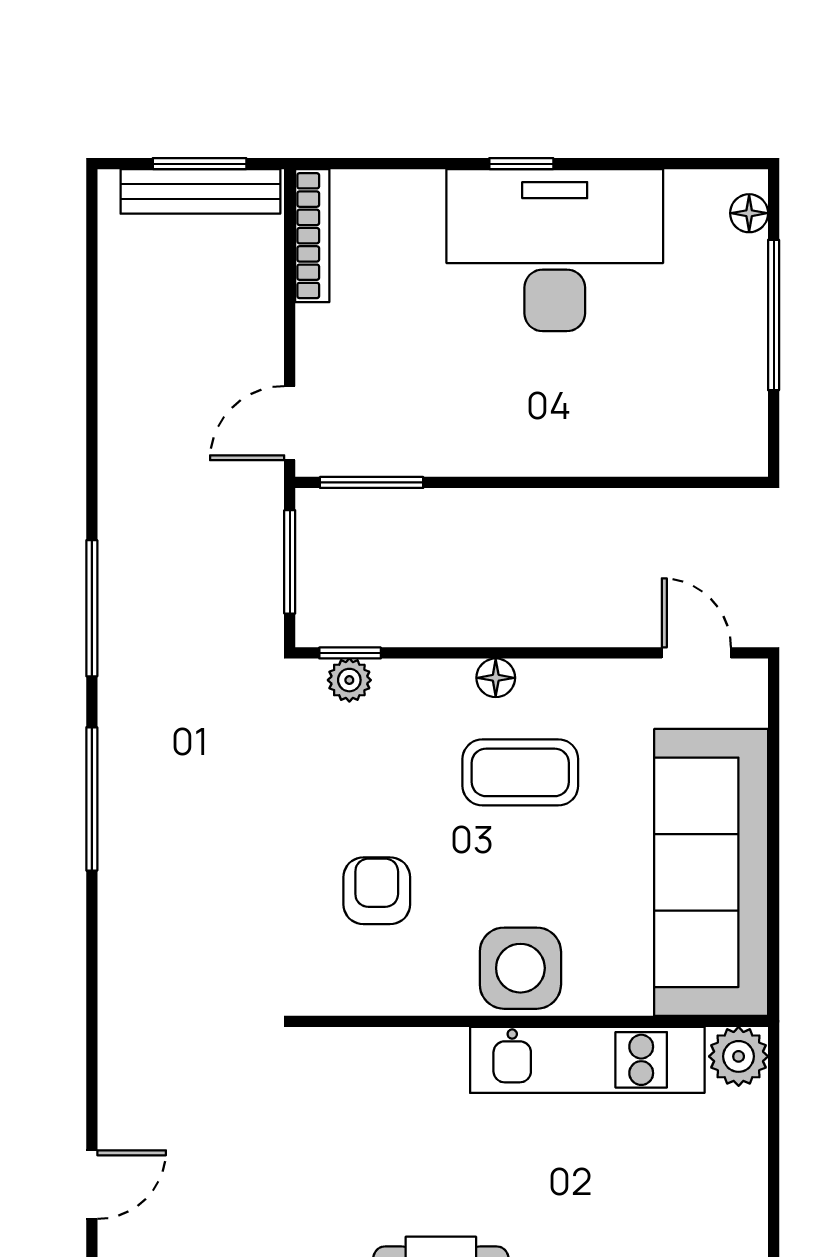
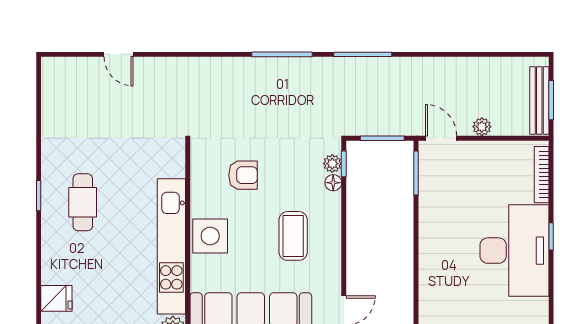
bookcase: (312, 236) -> (542, 175), moved, turned 90
plant: (263, 327) -> (482, 127), added
floor lamp: (496, 678) -> (333, 183), moved
kitchen unit: (587, 1060) -> (171, 246), width x1.36

